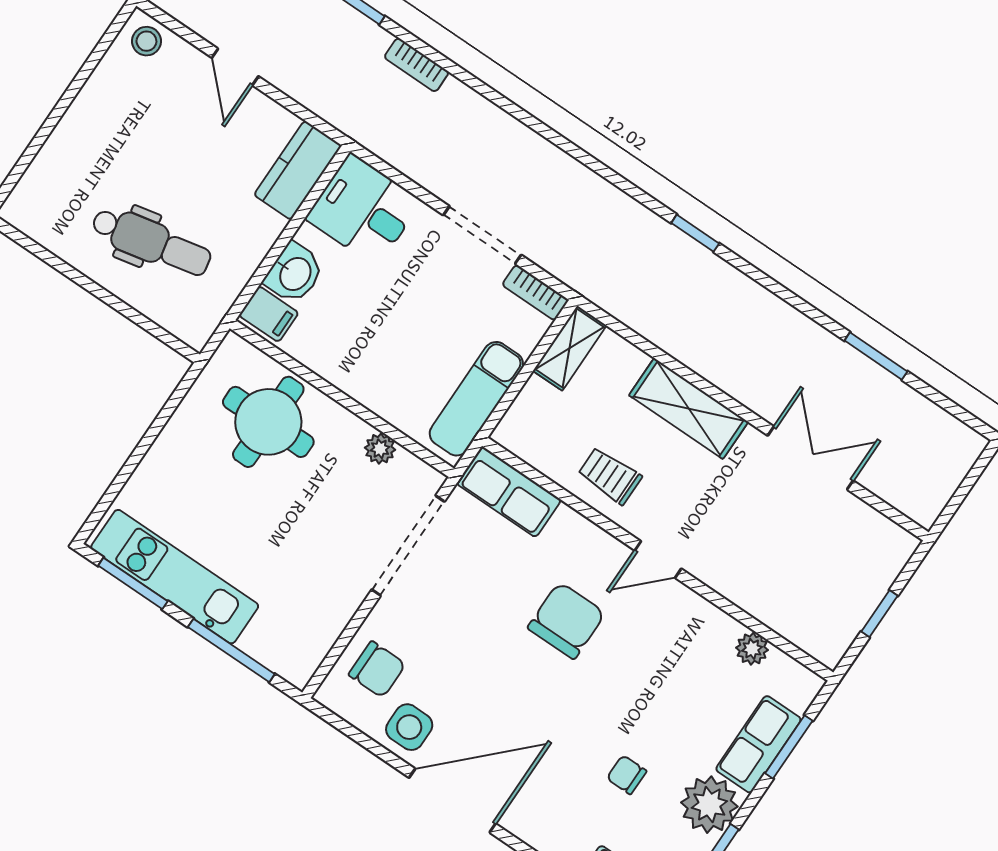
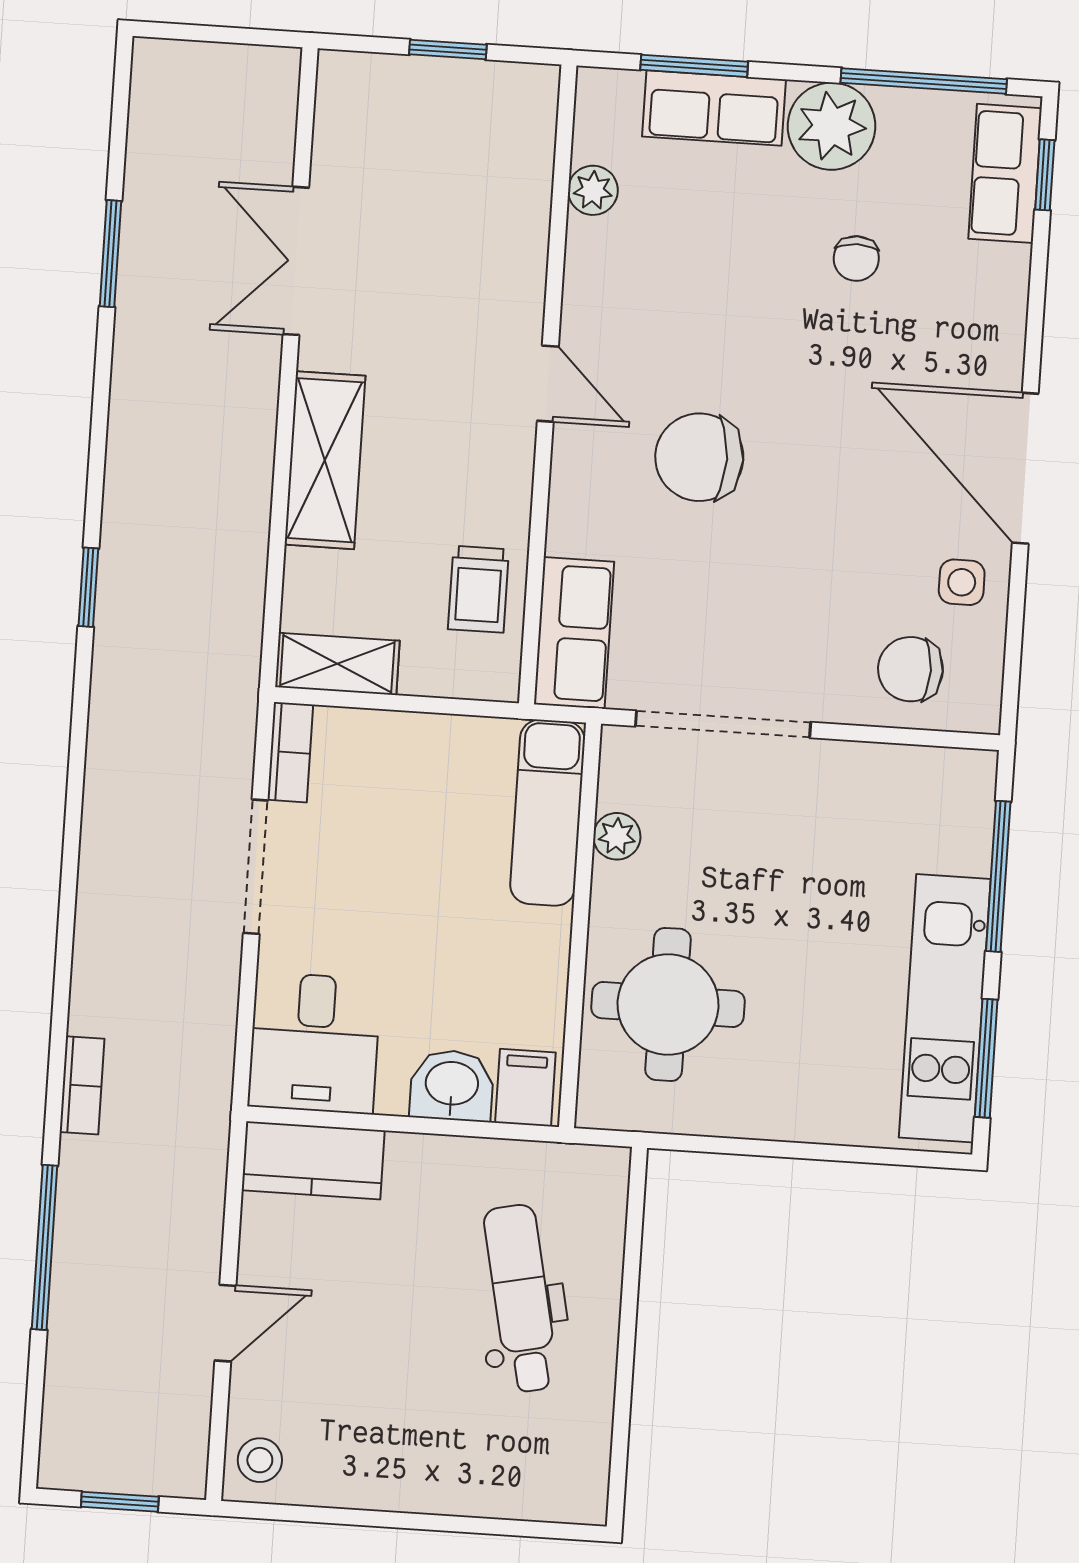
exam couch: (476, 399) -> (548, 813), moved, turned 90
trolley: (610, 476) -> (478, 589), moved
chair: (377, 669) -> (910, 669), turned -90
side table: (409, 727) -> (962, 582), width x0.73, depth x0.73

